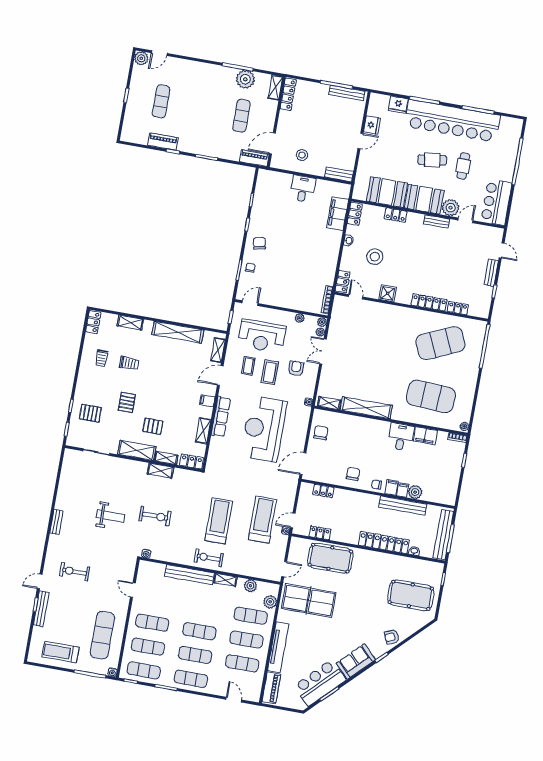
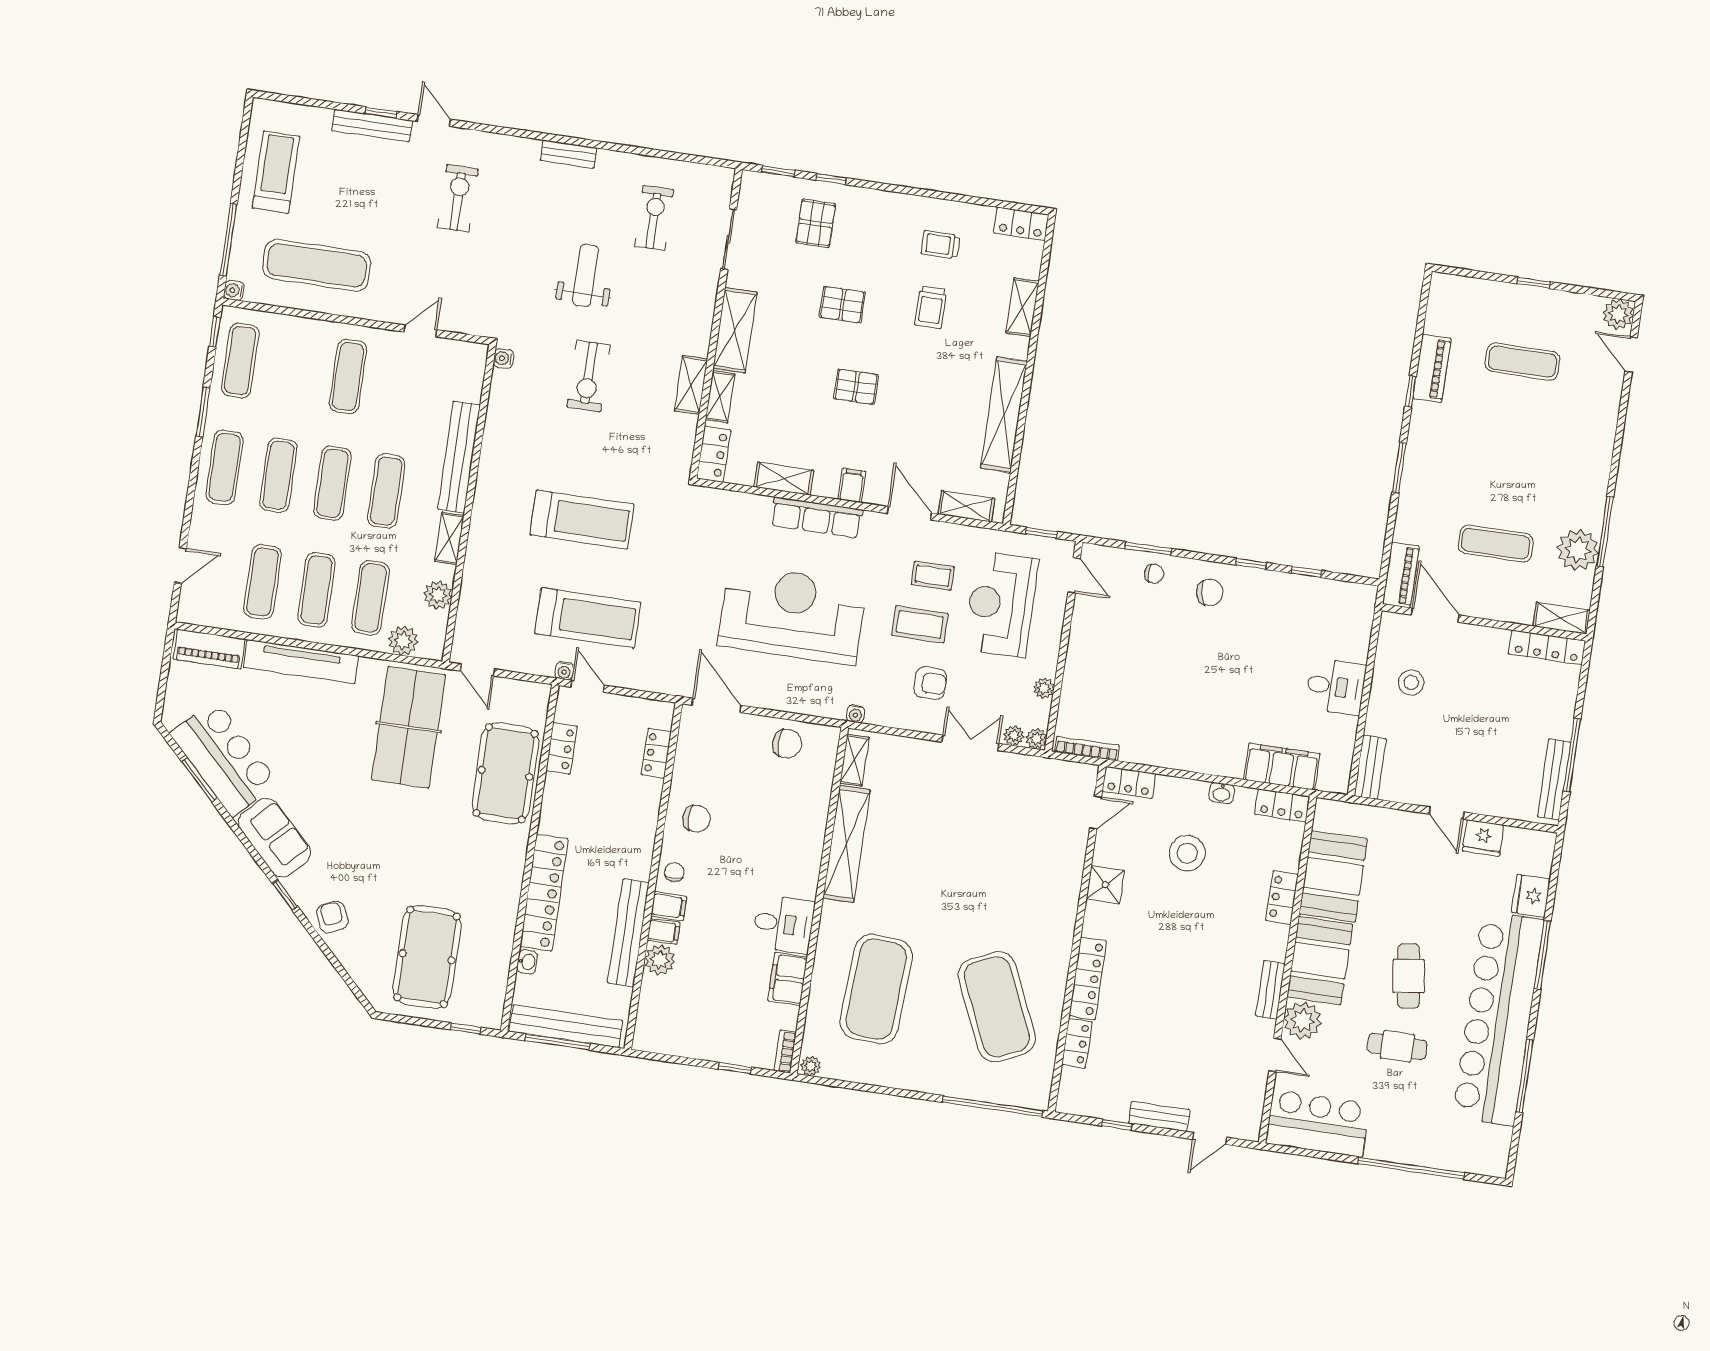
pallet: (153, 426) -> (856, 387), moved, turned 90
weight bench: (110, 516) -> (585, 275), turned 180
exercise bike: (209, 558) -> (654, 218), moved
exercise mat: (148, 647) -> (386, 491), moved

